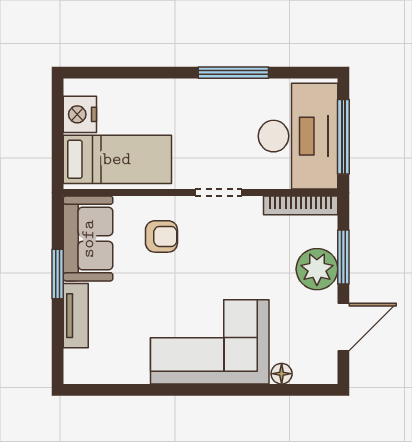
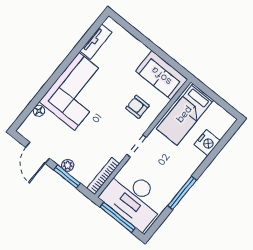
nightstand: (80, 114) -> (207, 143), moved, turned 90
armchair: (161, 236) -> (137, 107), turned 90
plant: (317, 269) -> (68, 165), width x0.53, depth x0.53
window: (58, 274) -> (157, 50), removed
tv unit: (76, 316) -> (96, 42), moved, turned -90

